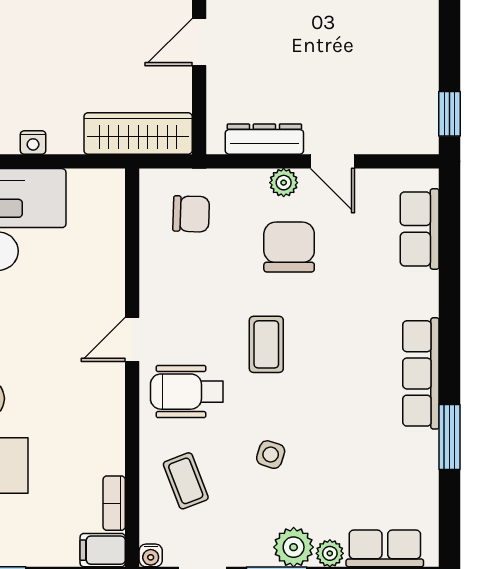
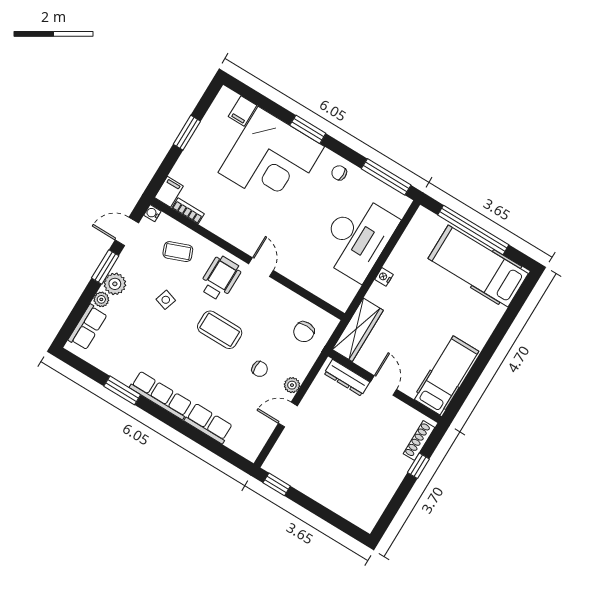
dresser: (264, 139) -> (347, 378), moved, turned 90
row of seats: (420, 229) -> (209, 423), moved
chair: (289, 247) -> (260, 369), width x0.54, depth x0.54
coffee table: (266, 344) -> (220, 330), width x1.36, depth x1.30

